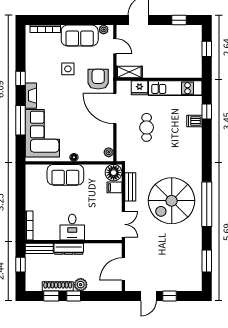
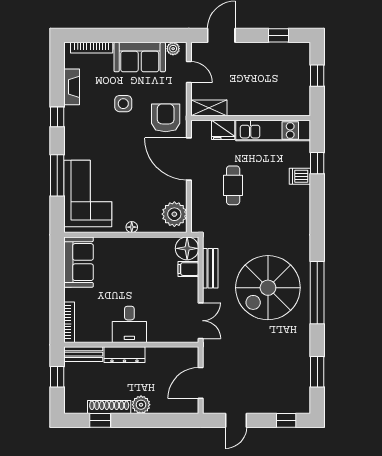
fireplace: (31, 96) -> (72, 87), moved
plant: (109, 152) -> (174, 214), width x1.88, depth x1.88
sofa: (65, 175) -> (79, 262), moved, turned -90
window: (74, 296) -> (131, 420), removed
window: (169, 296) -> (286, 420), moved

